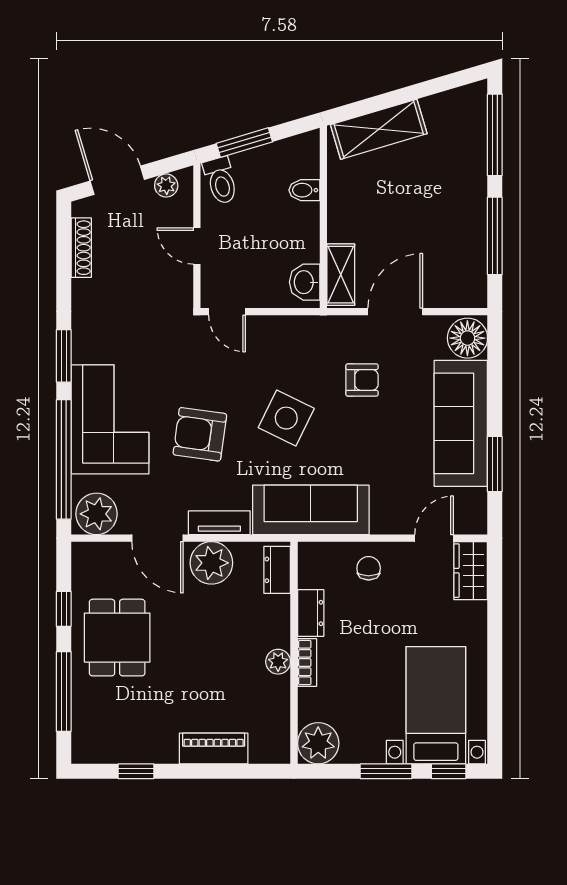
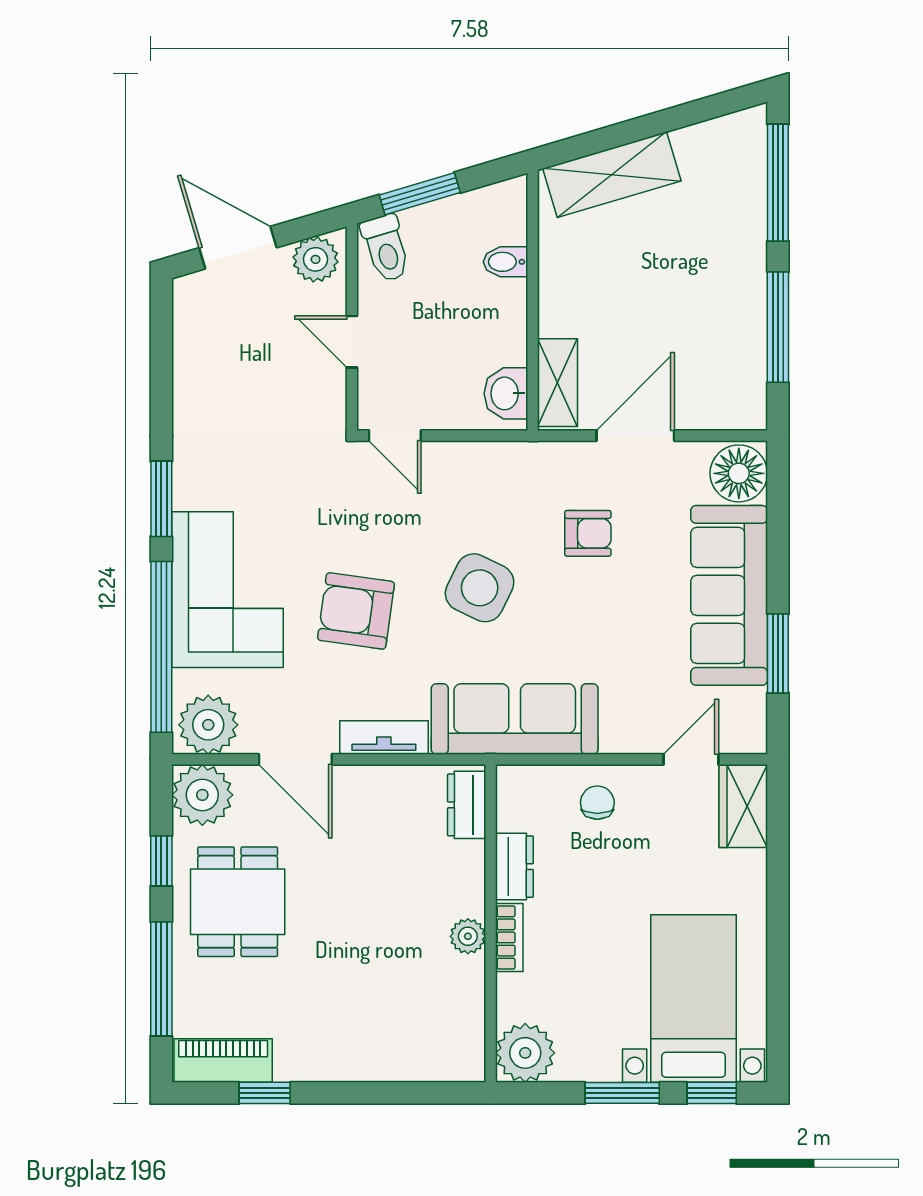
plant: (166, 185) -> (316, 259), width x1.38, depth x1.38
shoe rack: (81, 248) -> (186, 344), removed
plant: (211, 563) -> (202, 795), moved
piano: (214, 749) -> (223, 1060), moved

